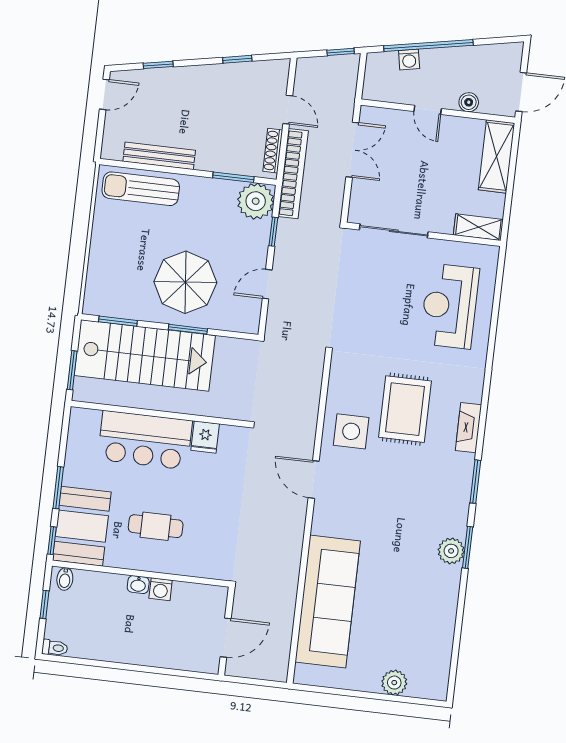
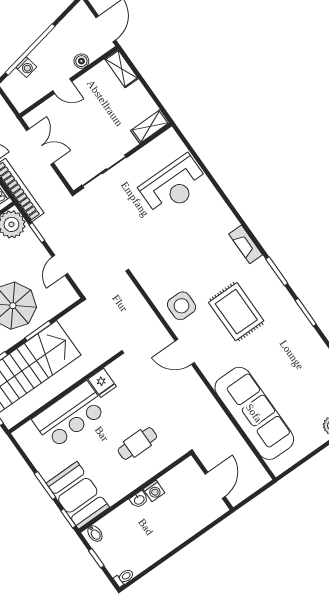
shelving: (496, 156) -> (122, 69), width x0.67, depth x0.75
reception desk: (450, 306) -> (174, 185), turned -90
rug: (405, 409) -> (236, 312), moved
cafe table: (156, 526) -> (137, 443), moved
plant: (451, 551) -> (298, 323), removed

